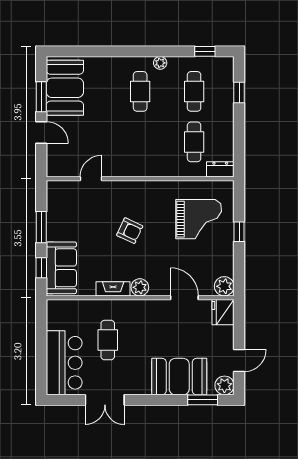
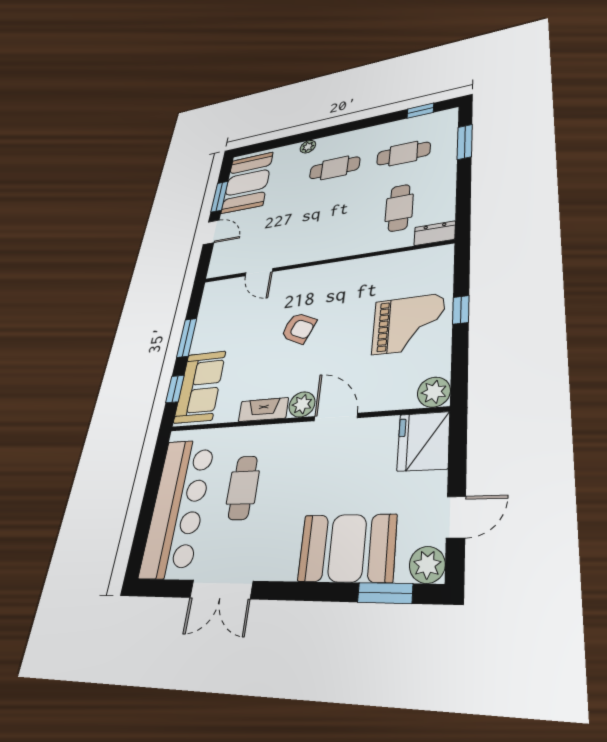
plant: (160, 63) -> (308, 147), moved
cafe table: (140, 91) -> (335, 168), turned 90
cafe table: (194, 91) -> (403, 154), turned 90
window: (239, 92) -> (465, 142), width x1.50
door: (91, 179) -> (259, 272), swing flipped
grand piano: (199, 219) -> (408, 324), moved
door: (184, 298) -> (336, 417), moved
fridge: (223, 312) -> (423, 441), width x1.36, depth x1.34
bar counter: (64, 363) -> (178, 507), width x1.36

